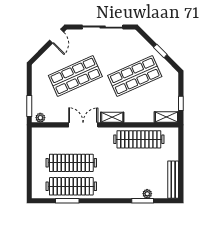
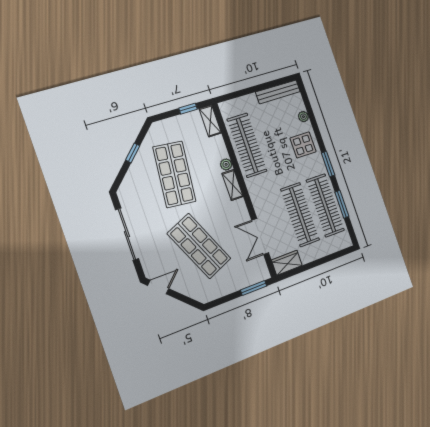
shop shelf: (135, 76) -> (174, 174), turned 30
plant: (40, 118) -> (226, 164), moved
double door: (83, 125) -> (260, 236), moved
wardrobe: (38, 139) -> (287, 263), added
display table: (125, 185) -> (303, 145), added
window: (143, 201) -> (328, 164), moved

